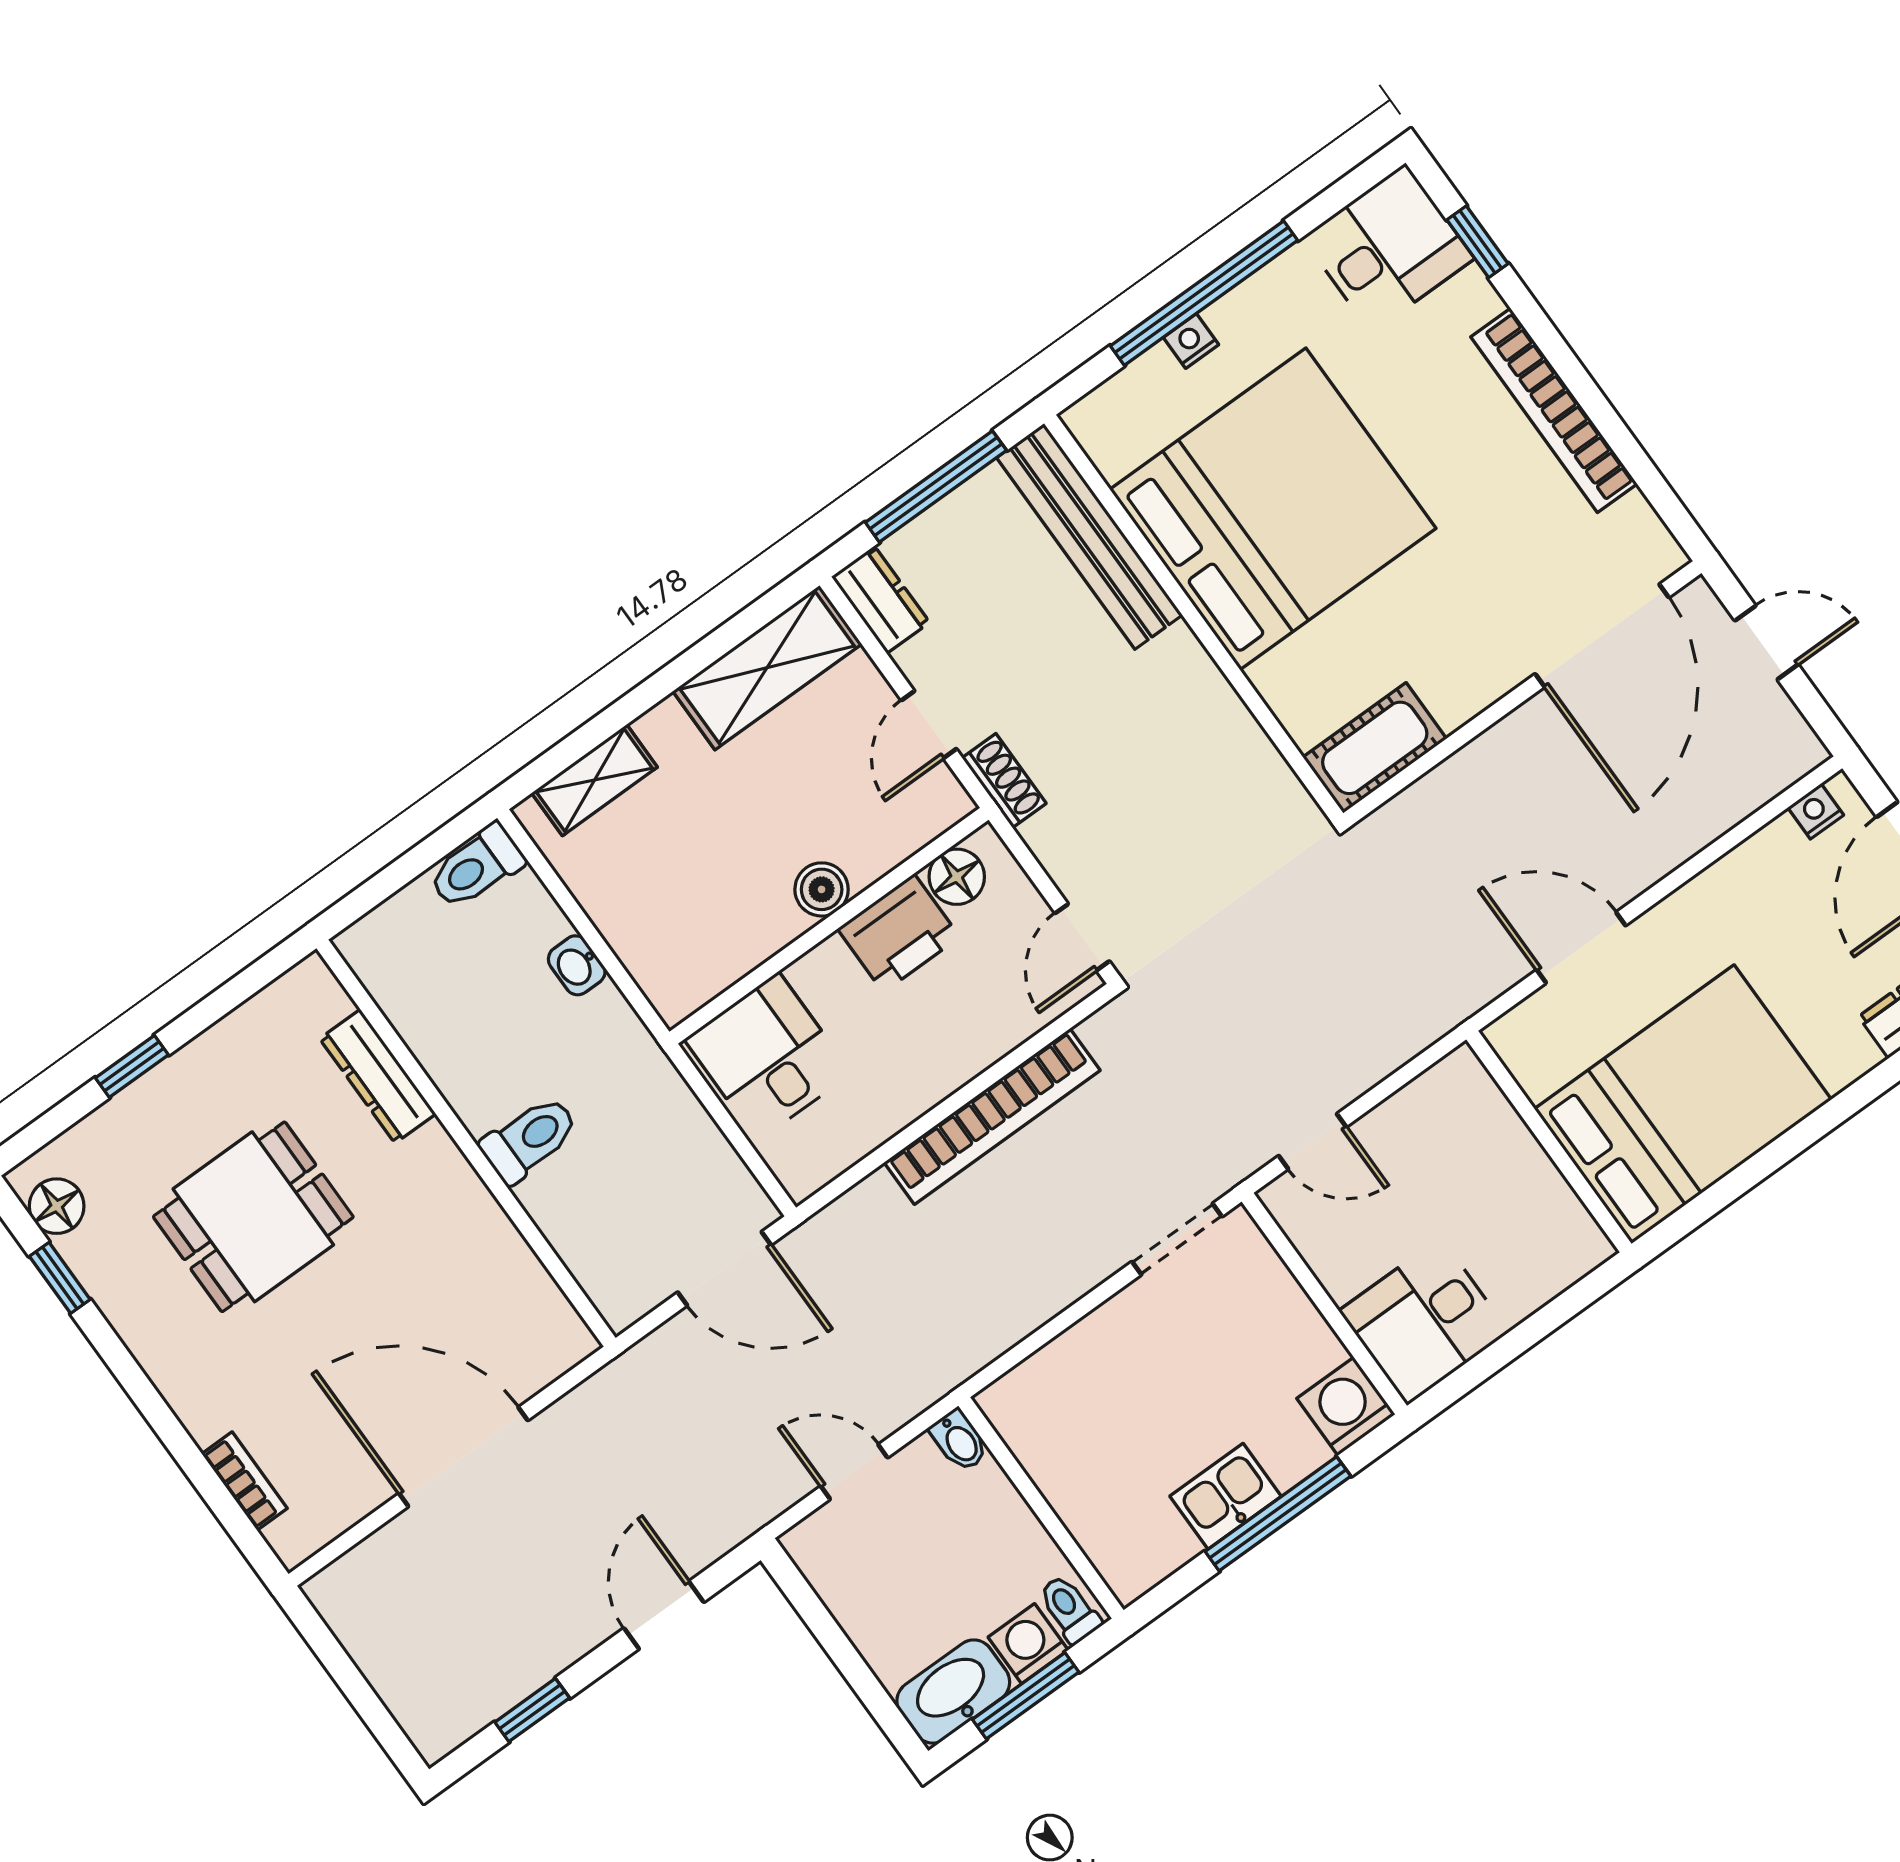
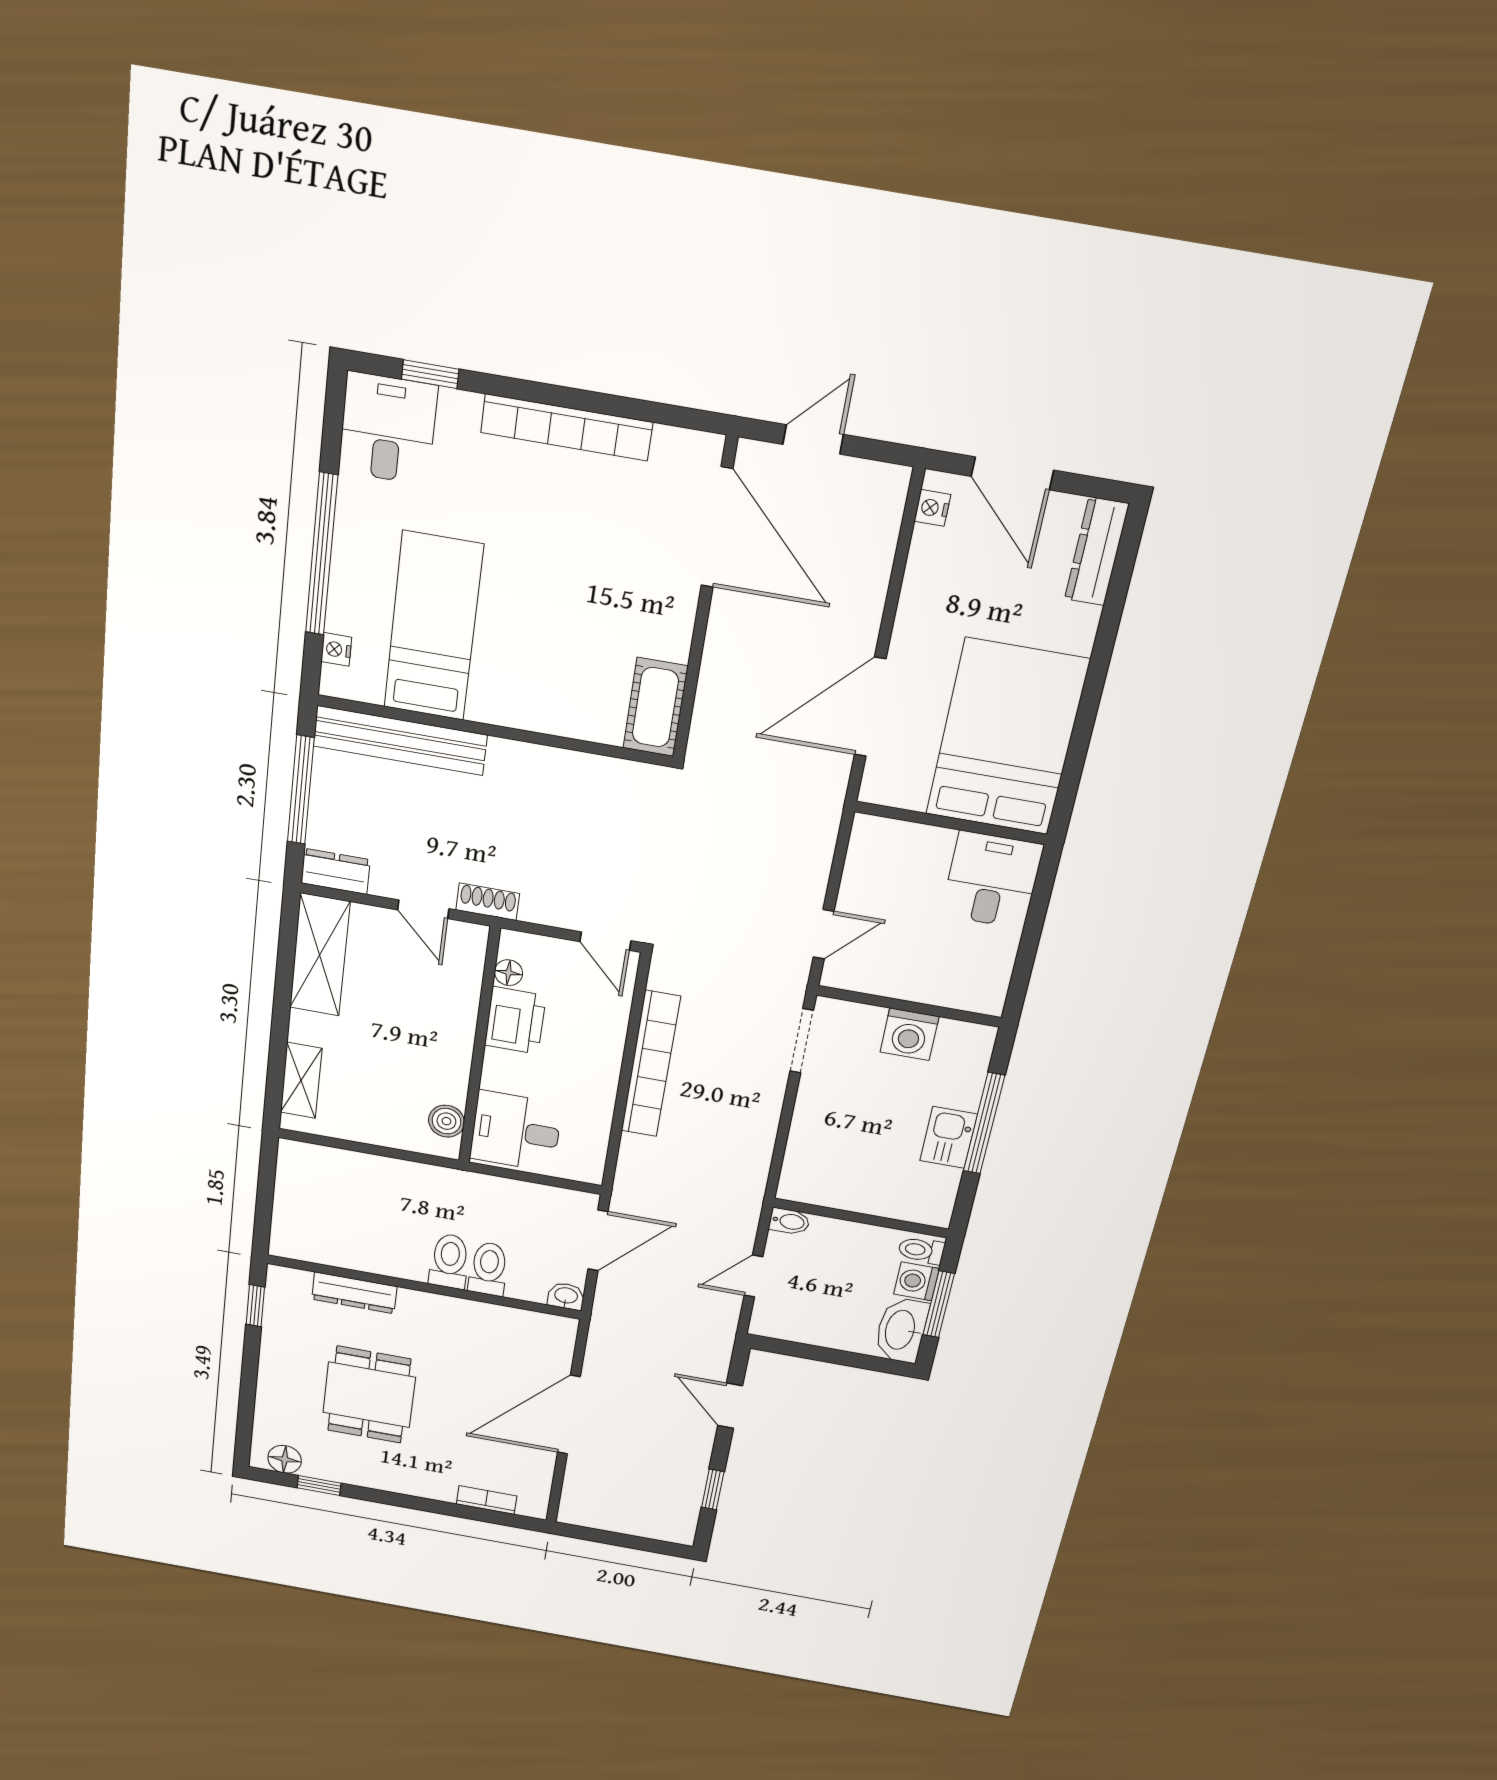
nightstand: (1191, 341) -> (336, 649), moved
bed: (1273, 509) -> (433, 627), width x0.49
toilet: (476, 867) -> (488, 1269), moved, turned 180
floor lamp: (957, 877) -> (508, 973), width x0.73, depth x0.73
boiler: (822, 889) -> (446, 1121), moved
door: (1581, 948) -> (870, 707), width x1.36
washbasin: (577, 965) -> (566, 1296), moved, turned 180
window: (132, 1066) -> (255, 1306), moved
desk: (1424, 1321) -> (992, 880), moved, turned 180
washing machine: (1346, 1406) -> (909, 1034), moved, turned -90

